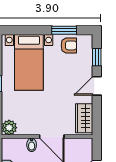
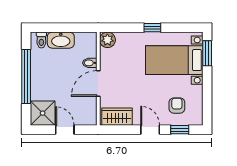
window: (64, 30) -> (207, 53), moved
armchair: (69, 45) -> (177, 106), moved, turned 180

